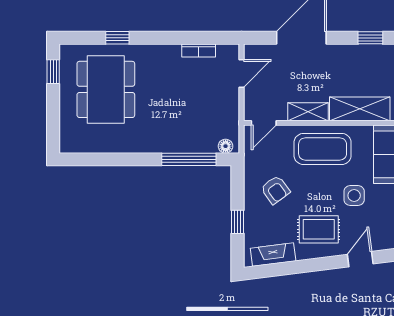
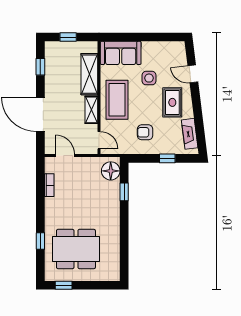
floor lamp: (226, 146) -> (111, 171), width x1.89, depth x1.89
window: (189, 159) -> (124, 192), width x0.46
armchair: (275, 190) -> (145, 132), turned -144

